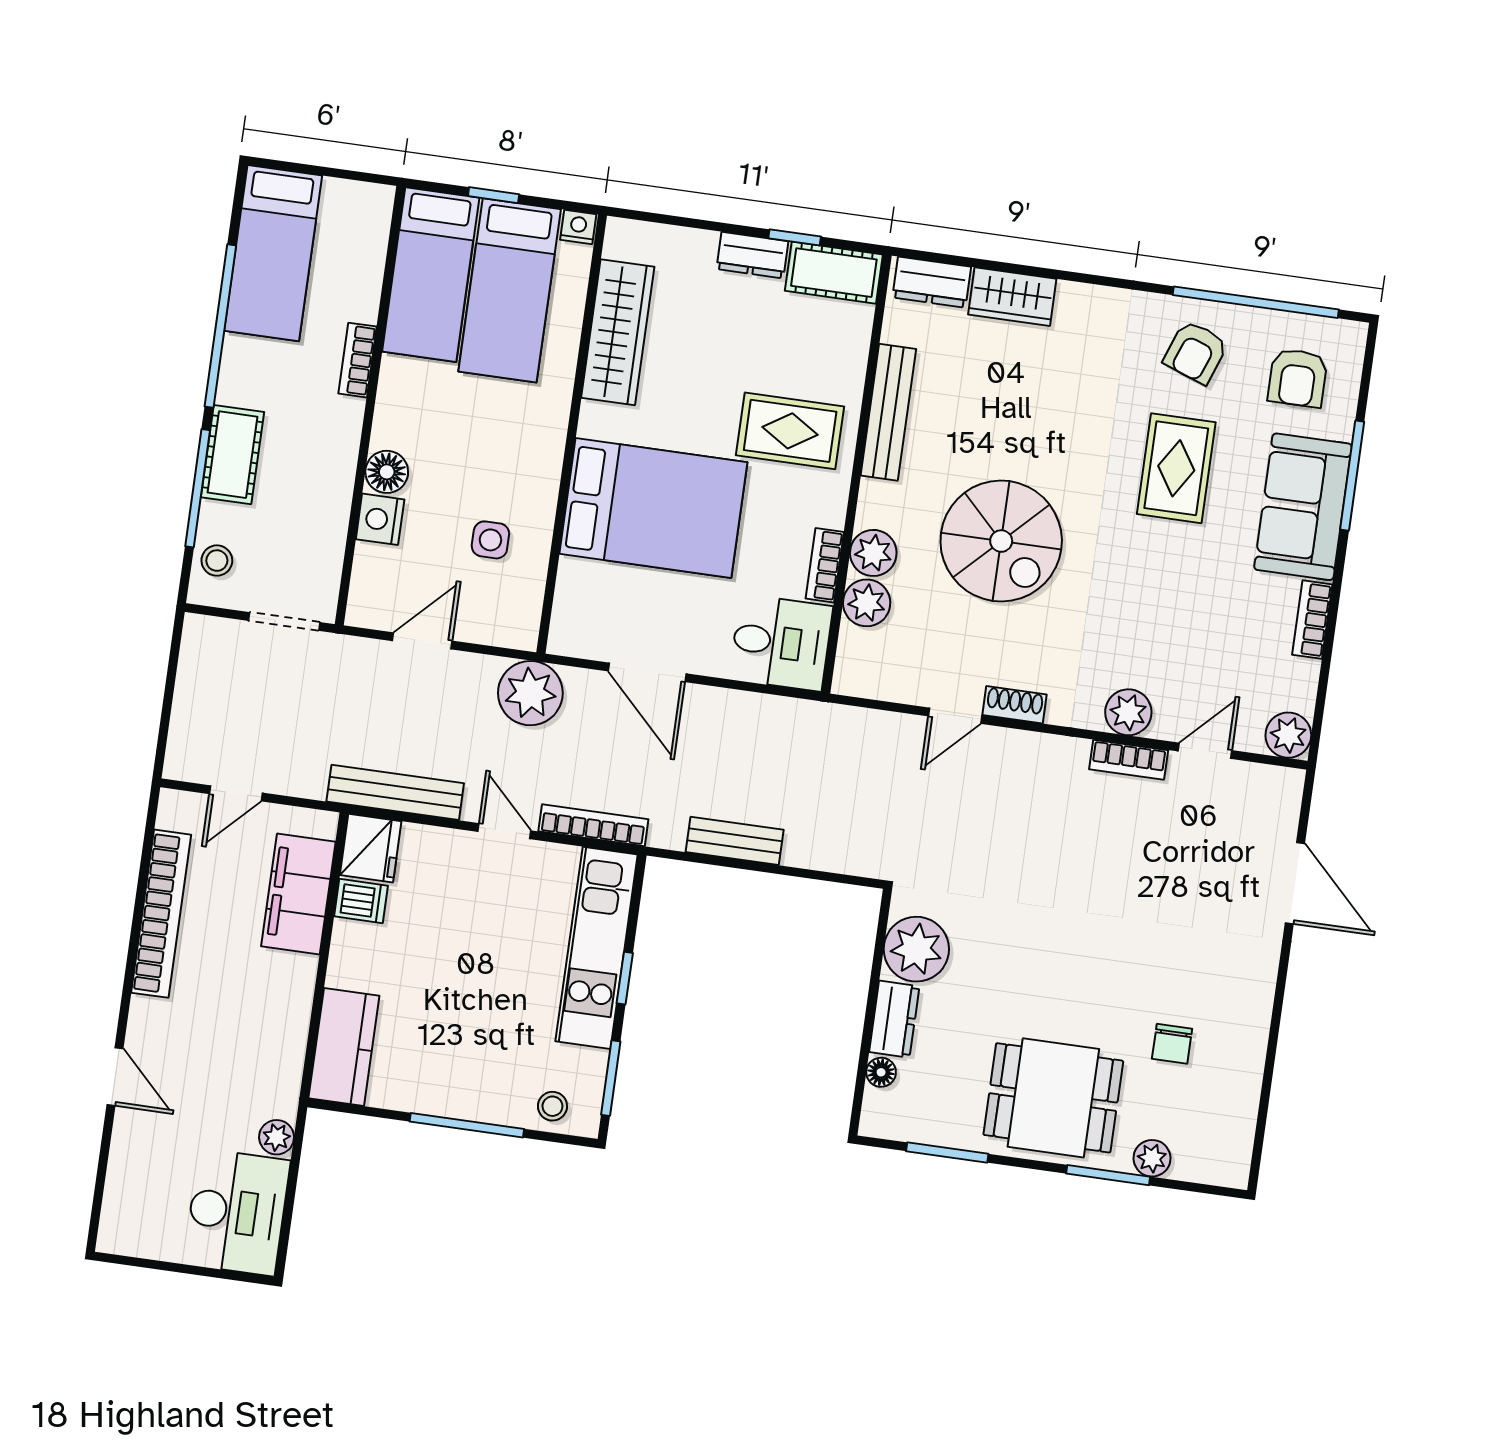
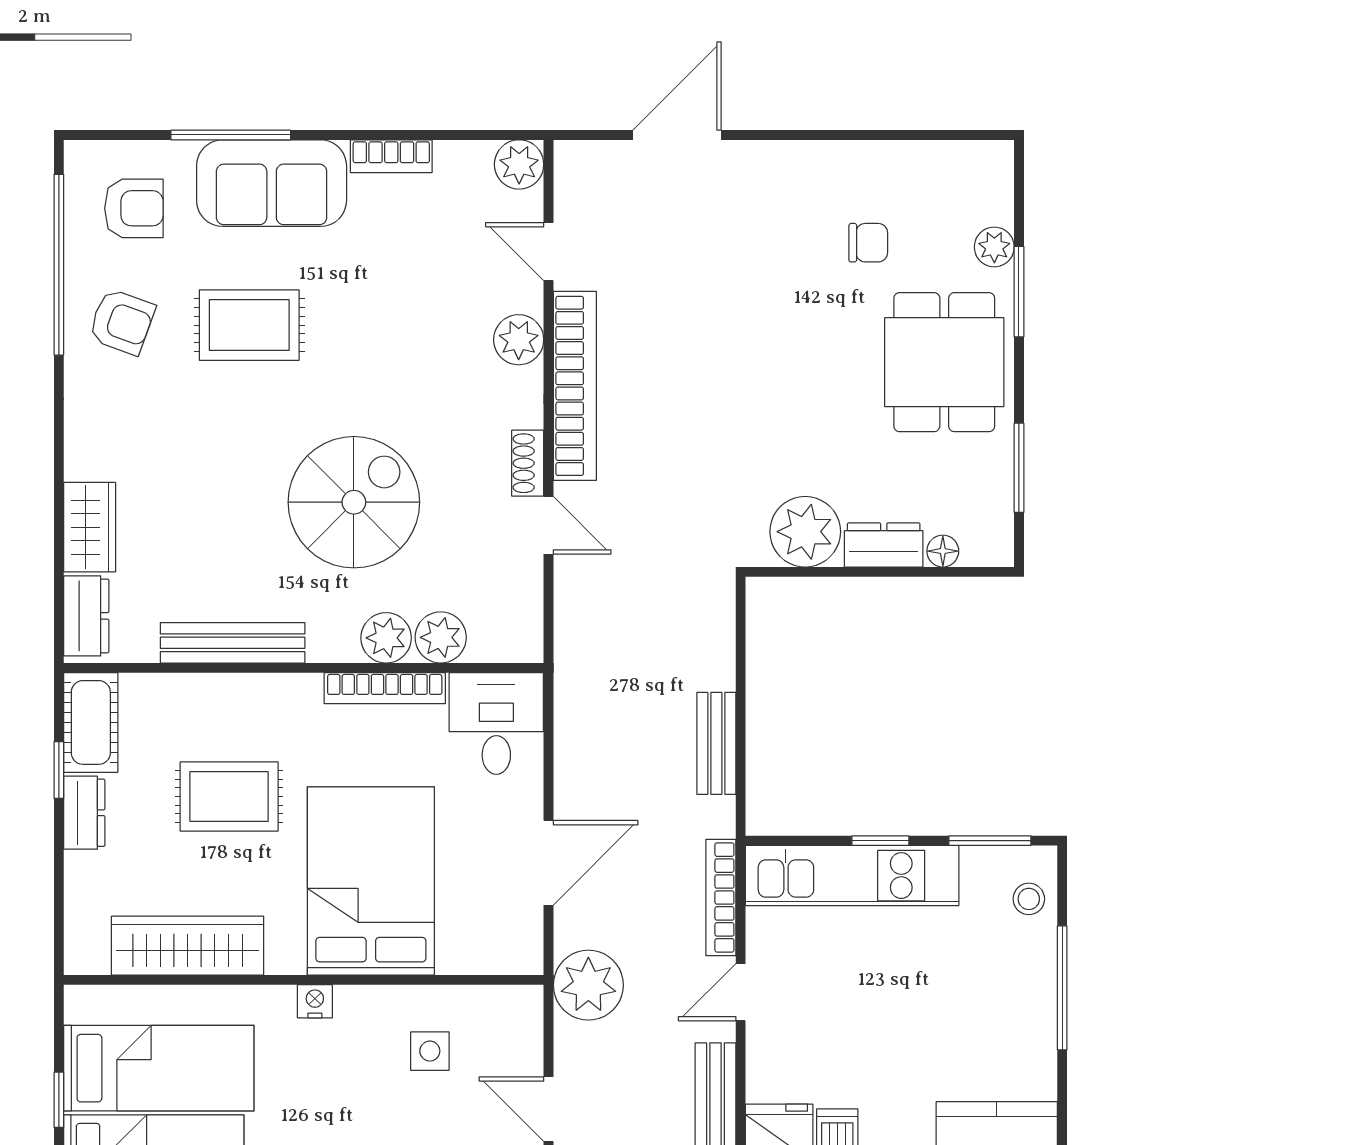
nightstand: (578, 227) -> (315, 1001), moved, turned 90
rug: (790, 431) -> (229, 797), moved, turned 90
bookcase: (825, 565) -> (385, 688), width x1.56
bookcase: (1129, 760) -> (575, 386), width x2.31, depth x1.31

